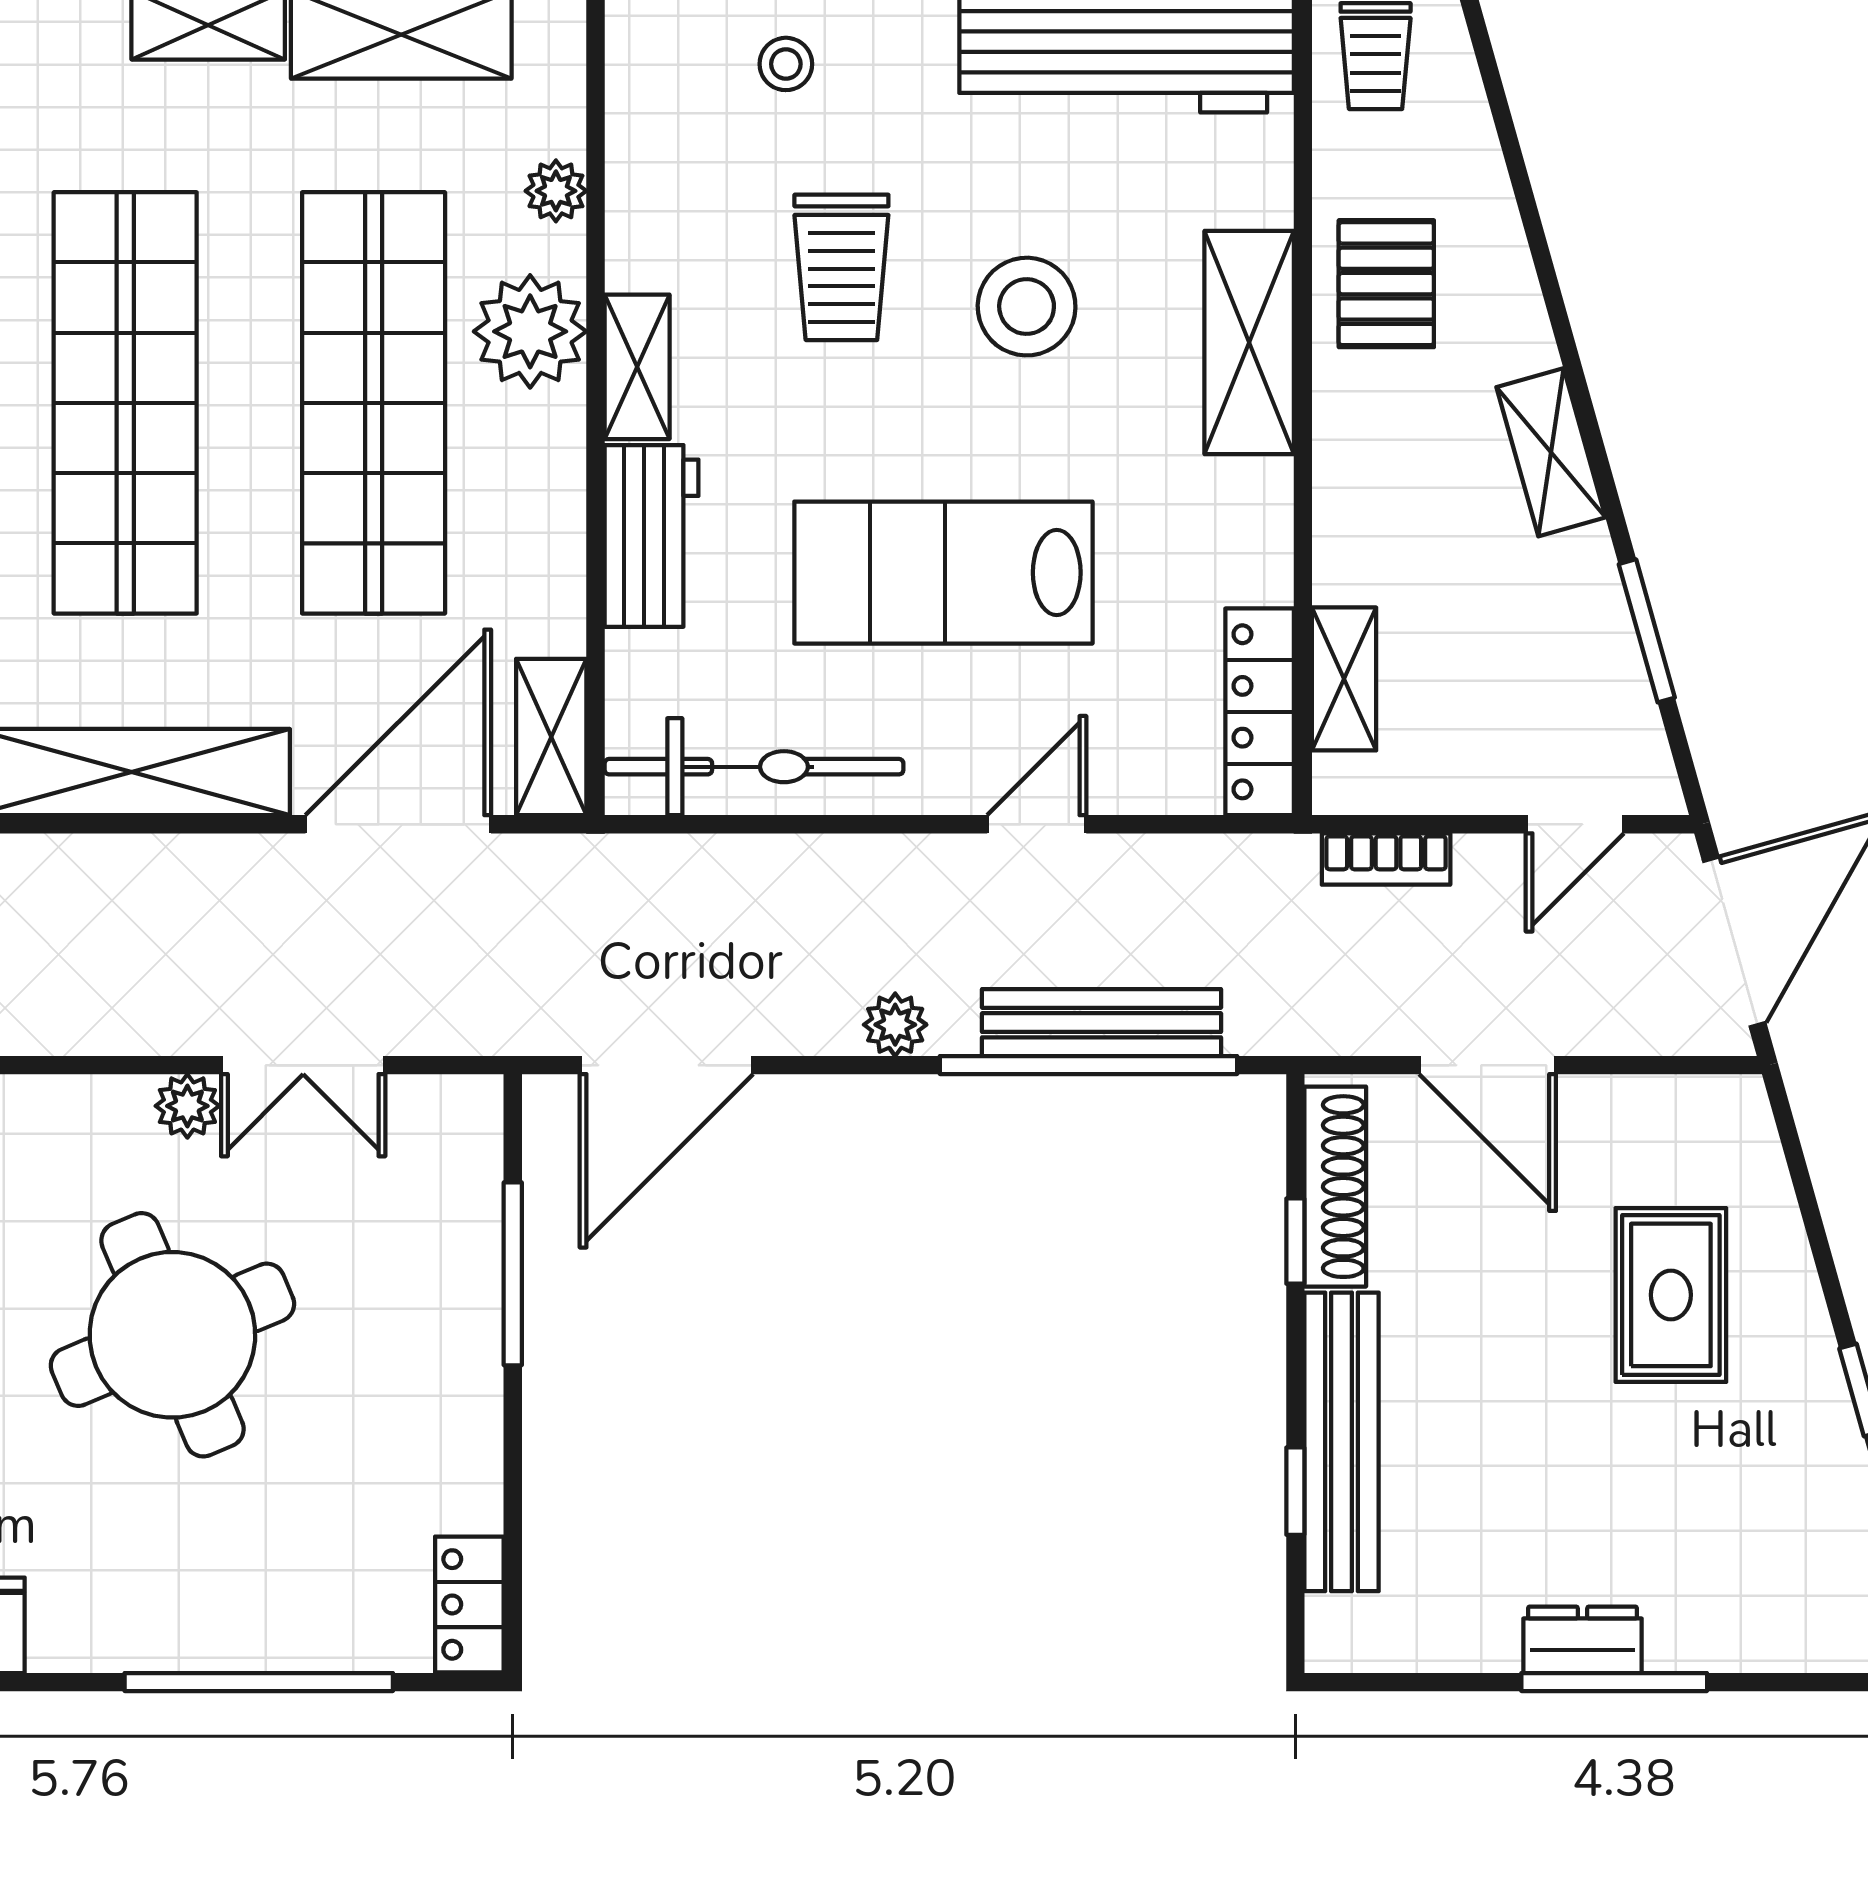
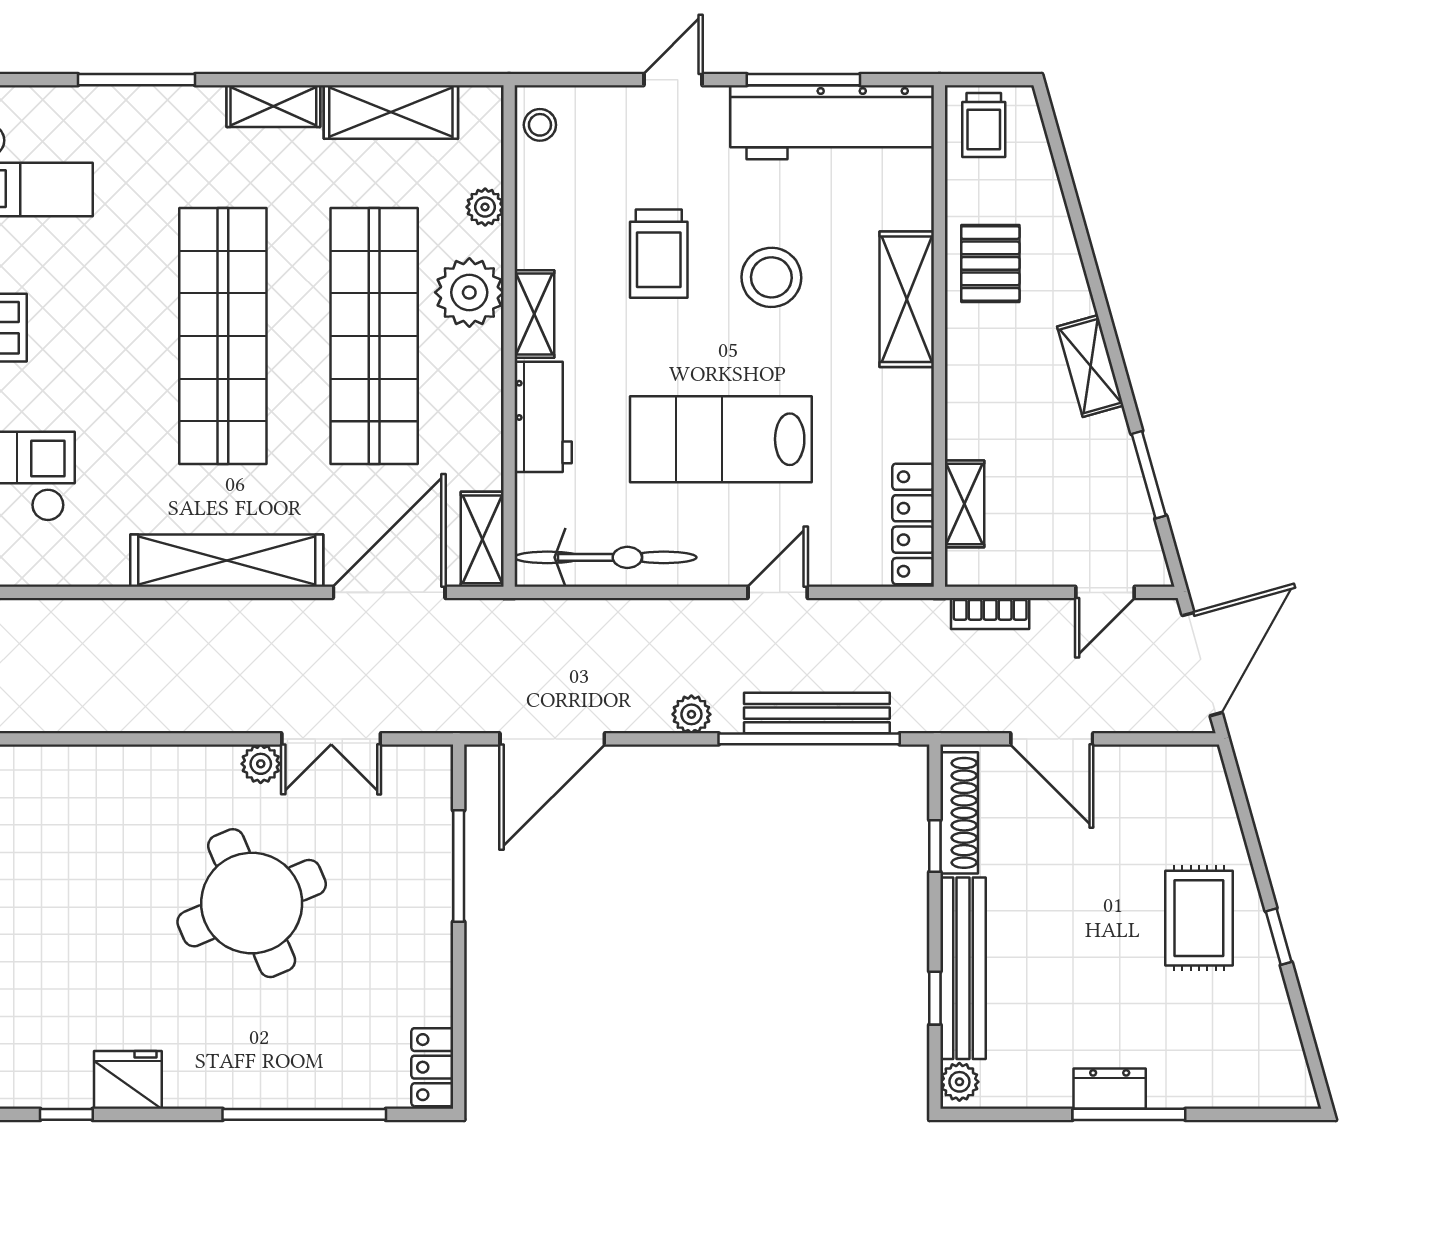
stool: (786, 64) -> (540, 125), moved
rug: (1671, 1295) -> (1199, 918), moved
plant: (1336, 1629) -> (959, 1082), added

